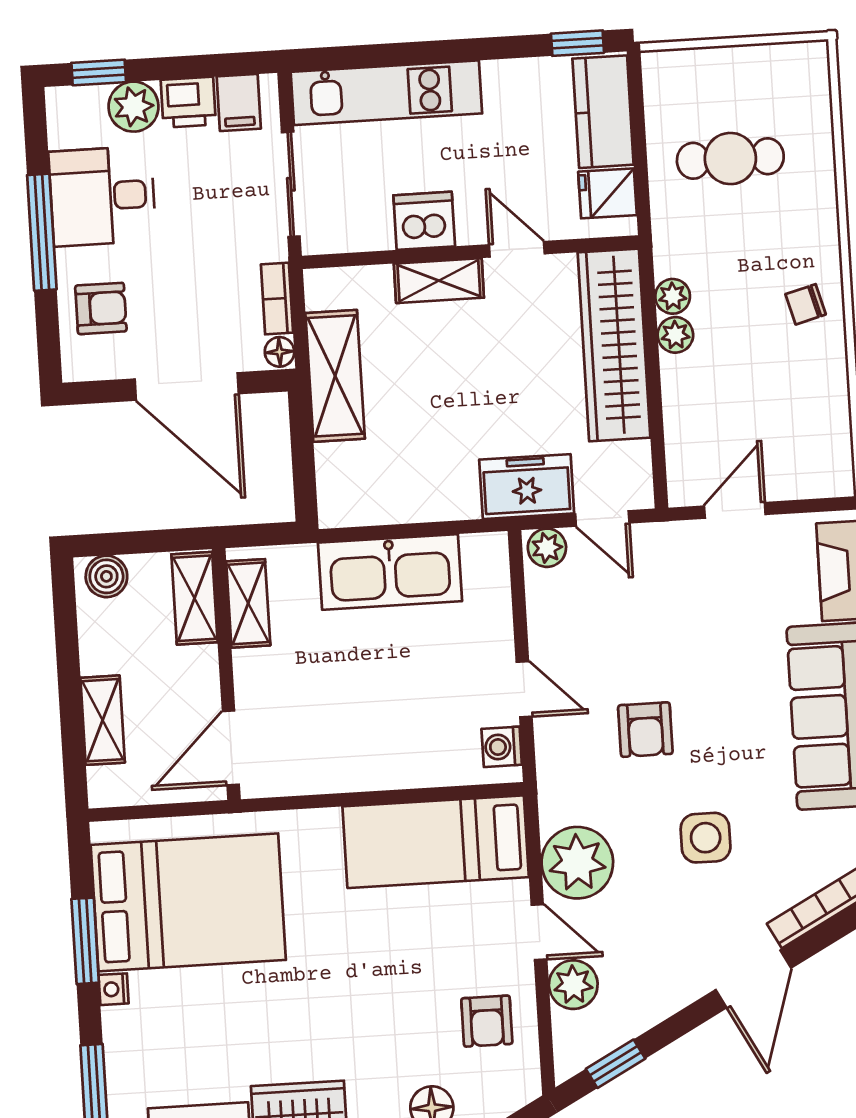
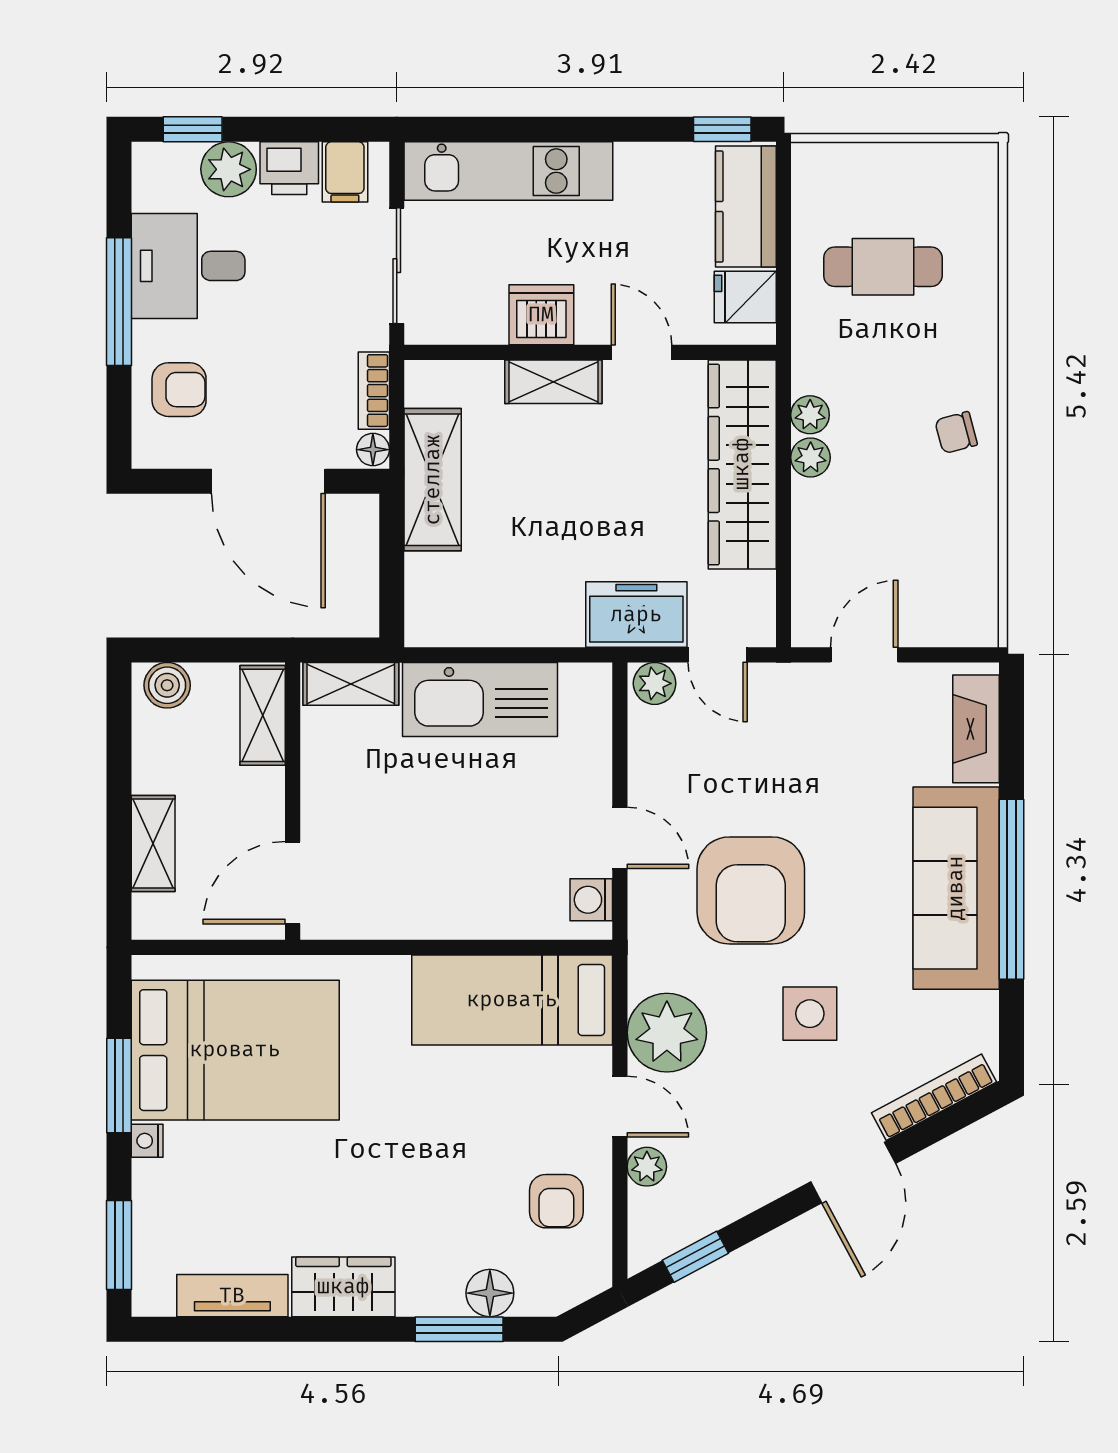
shelving: (248, 603) -> (351, 684), moved, turned 90
armchair: (645, 730) -> (751, 890), width x1.88, depth x1.88
plant: (573, 985) -> (647, 1167), width x0.73, depth x0.73

